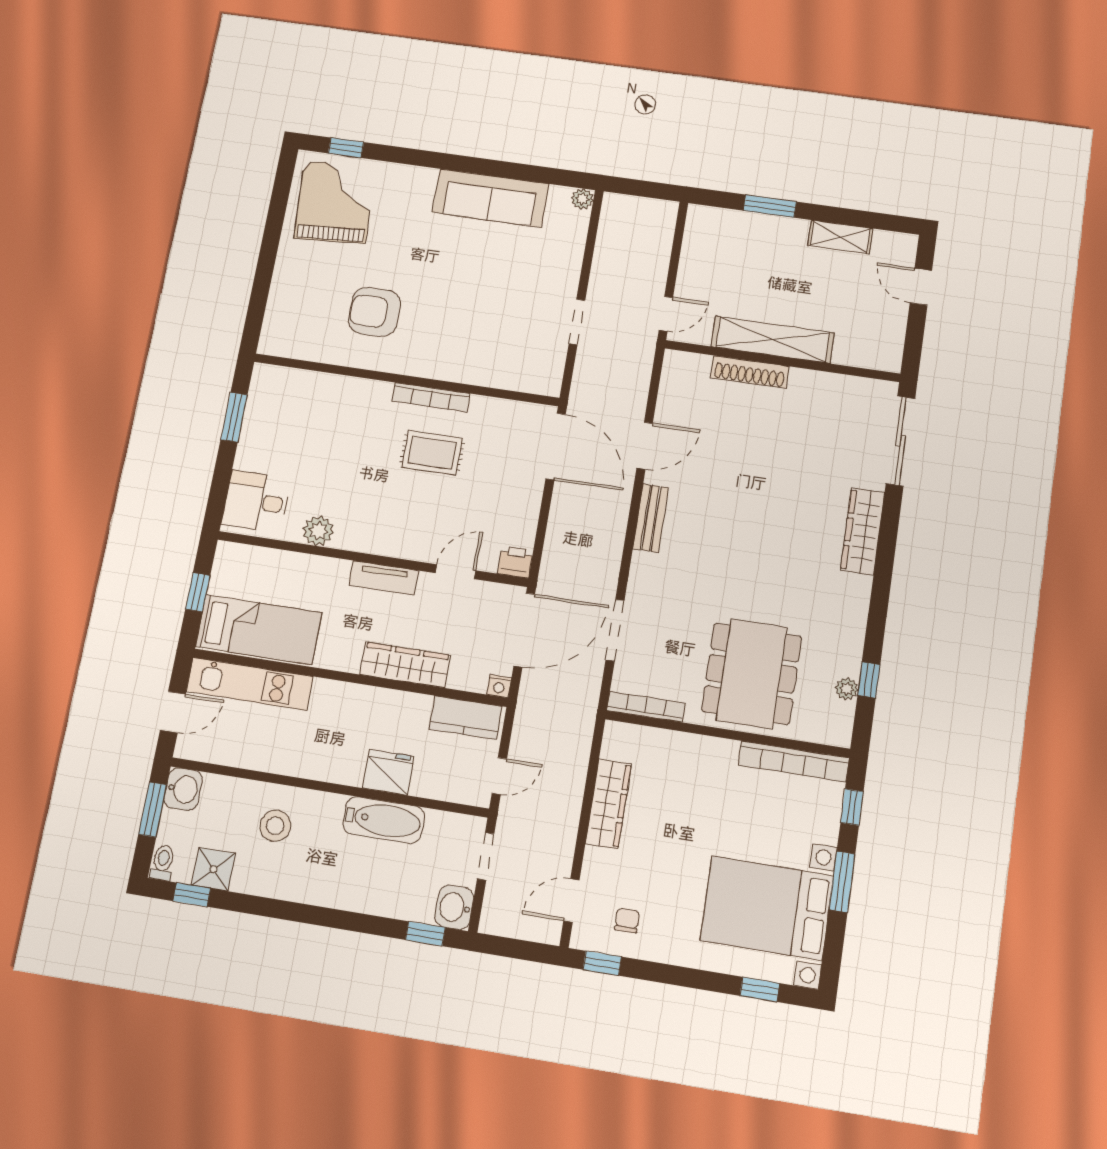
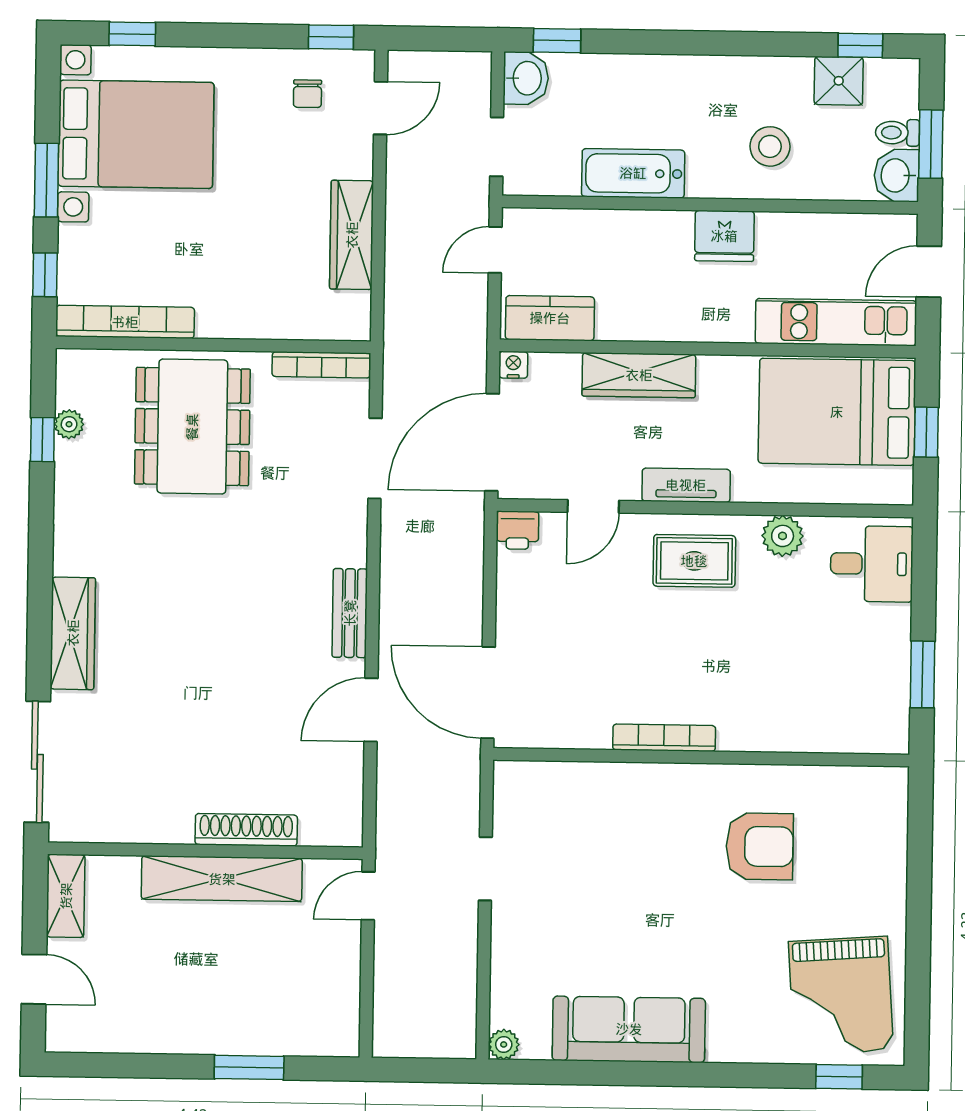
shelving: (840, 237) -> (66, 896), moved, turned 90
rug: (432, 453) -> (694, 561), moved
bed: (259, 630) -> (837, 412), width x1.50
fridge: (388, 772) -> (724, 236), moved
toilet: (163, 863) -> (897, 133), moved, turned 90

